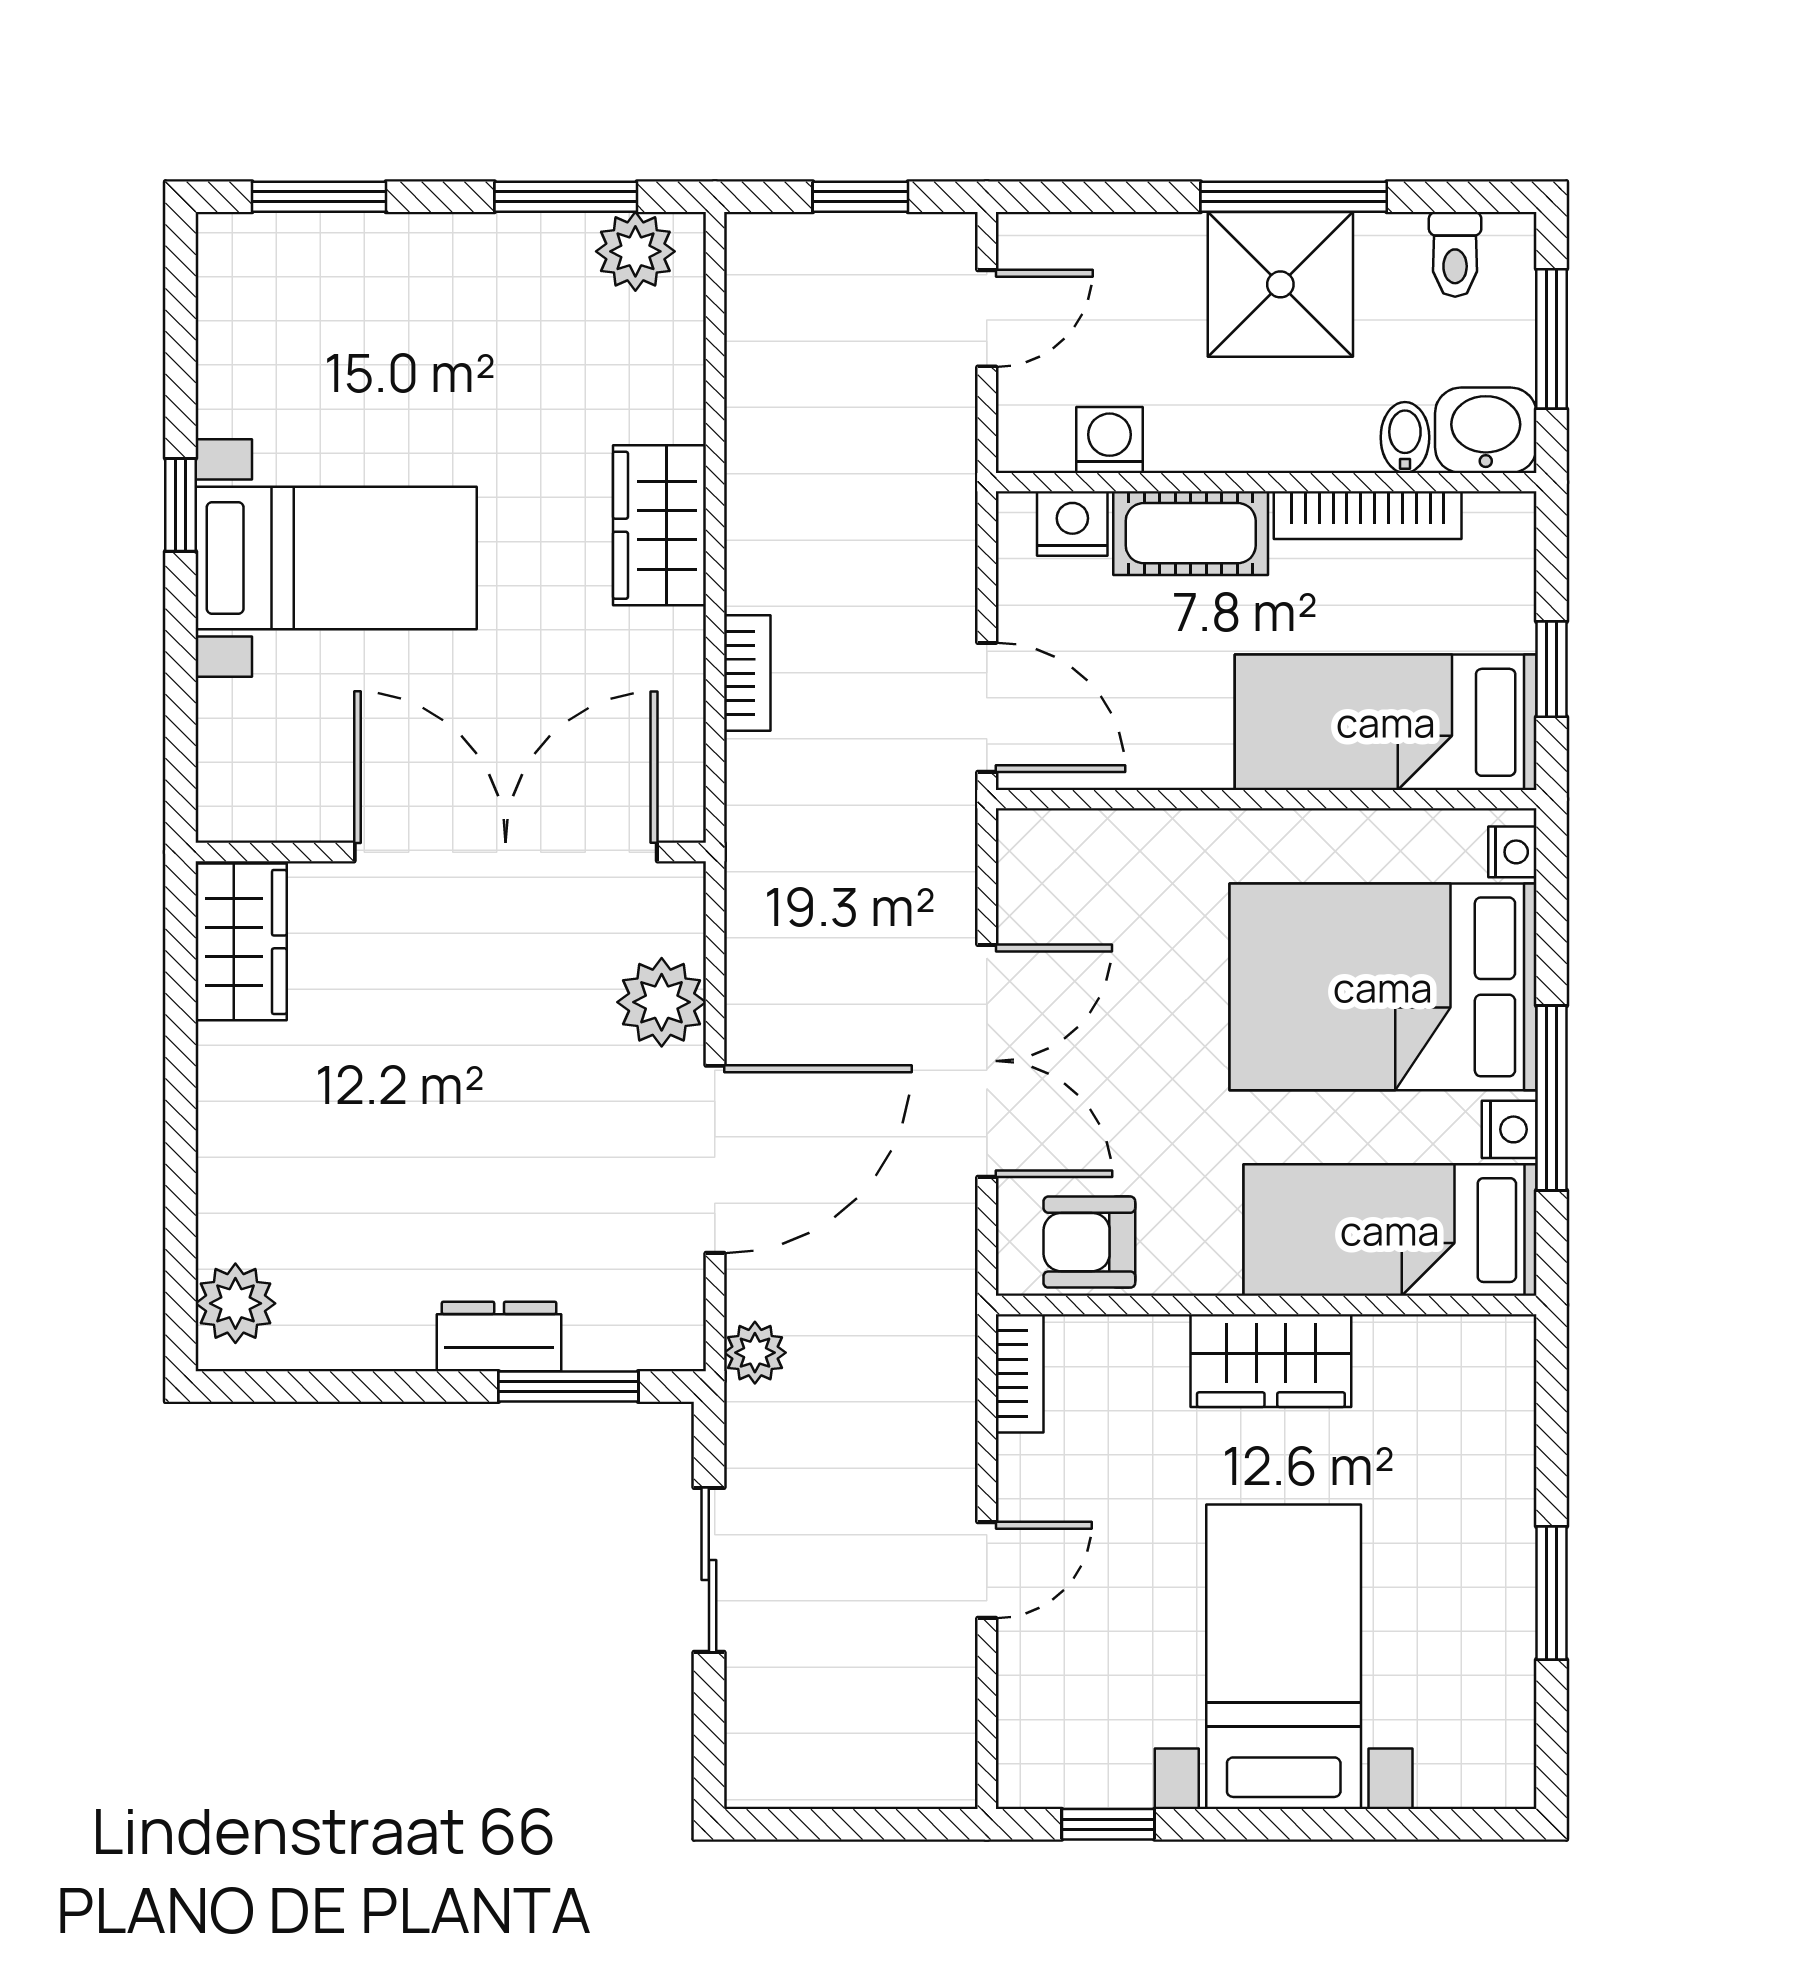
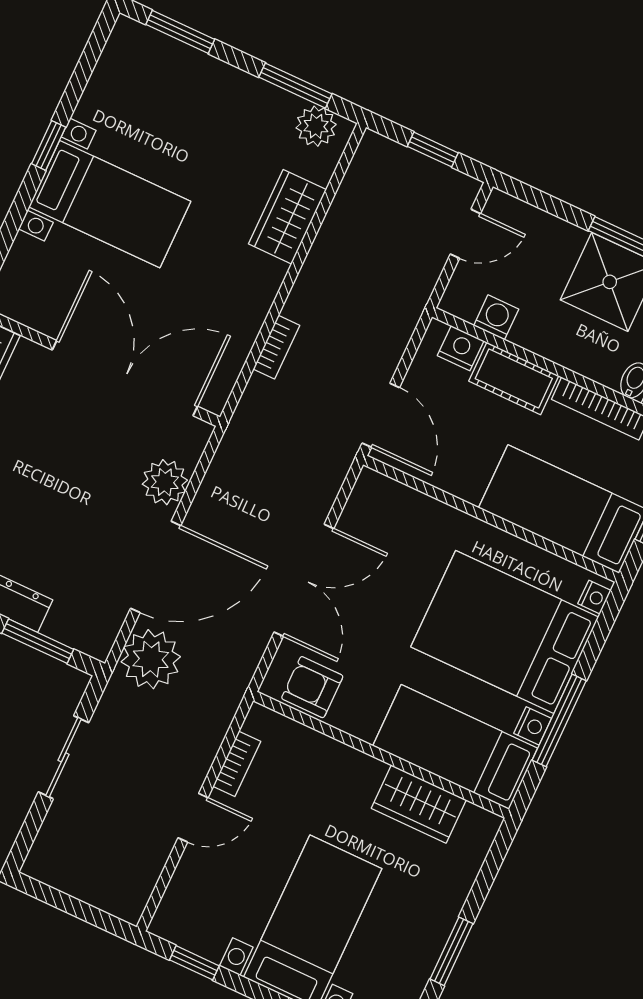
wardrobe: (659, 525) -> (287, 217), moved
plant: (755, 1353) -> (151, 659), width x1.87, depth x1.87
wardrobe: (1271, 1361) -> (419, 804), moved
bookcase: (1020, 1373) -> (237, 764), moved

